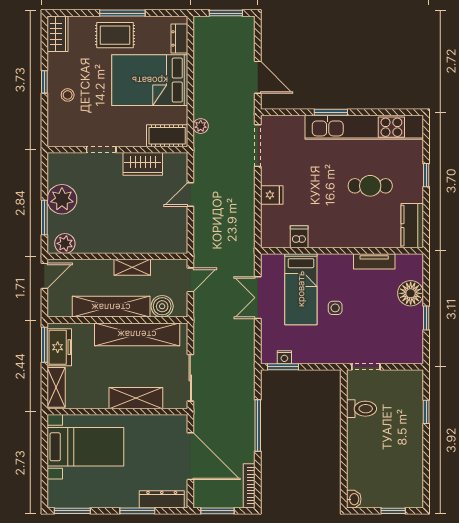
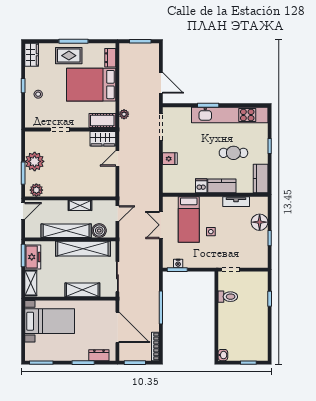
wardrobe: (143, 164) -> (103, 139), moved
dishwasher: (299, 237) -> (201, 186), moved
kitchen counter: (352, 237) -> (222, 186), added
dresser: (162, 499) -> (99, 355), width x0.70

